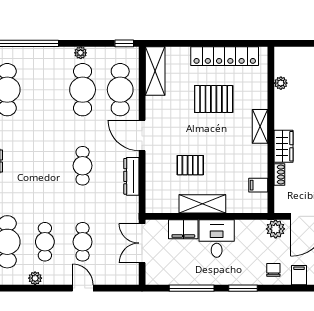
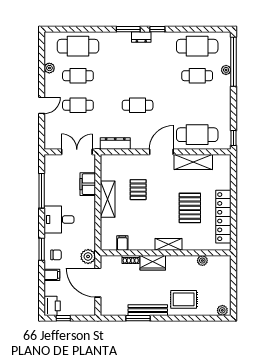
plant: (81, 53) -> (226, 70), moved
shelving: (155, 71) -> (193, 162), moved
cafe table: (83, 90) -> (197, 76), moved, width x0.73, depth x0.74
dresser: (131, 176) -> (115, 143), moved
desk: (217, 238) -> (59, 220), moved, turned 180
window: (243, 288) -> (42, 249), moved

